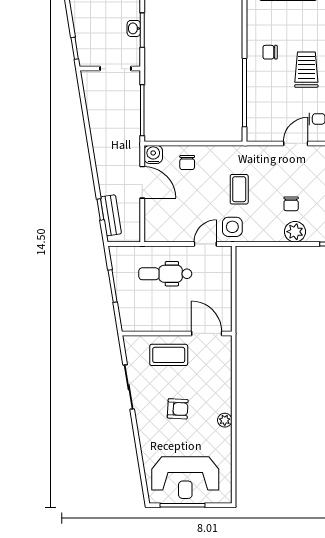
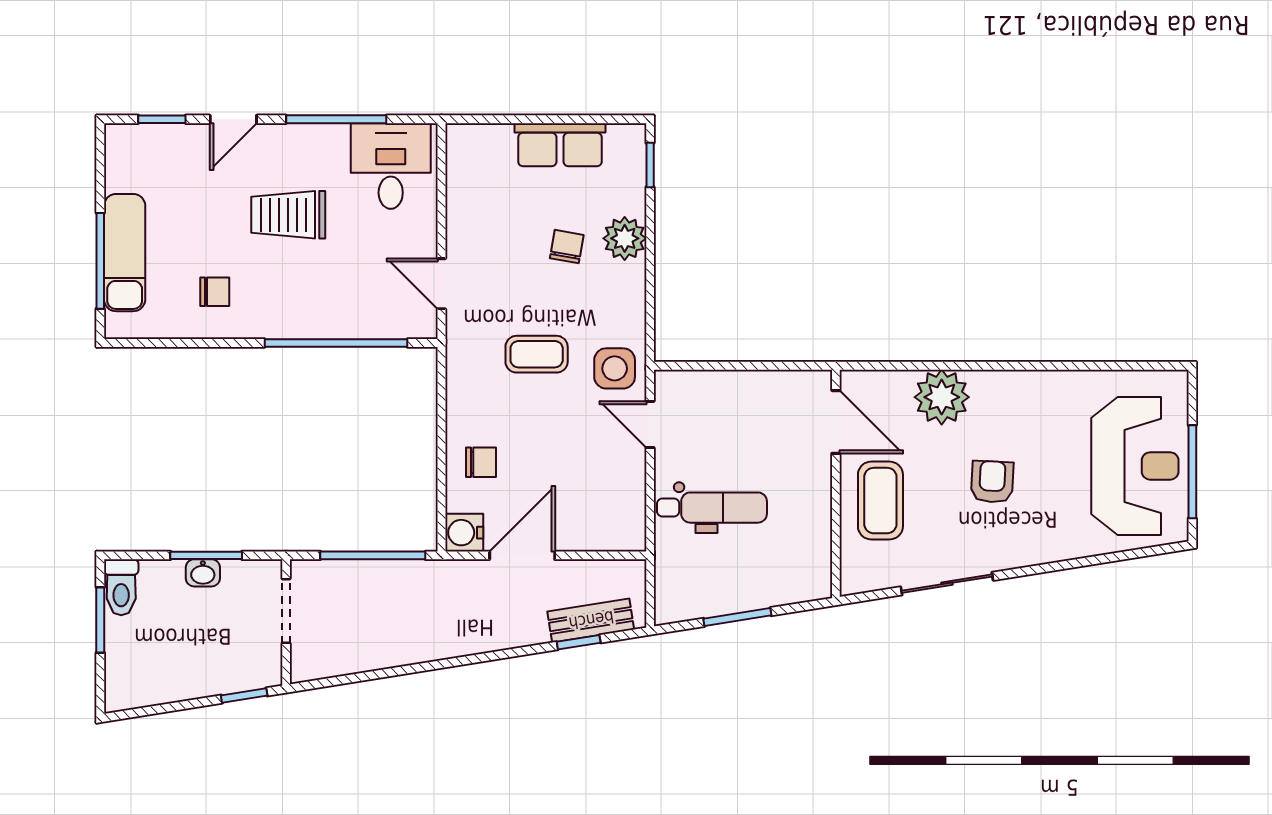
chair: (270, 52) -> (215, 292), moved, turned -90
door: (296, 143) -> (442, 284), moved
chair: (291, 204) -> (567, 247), turned -80
dental chair: (165, 274) -> (712, 508), turned -90
door: (207, 333) -> (836, 422), swing flipped
plant: (225, 420) -> (942, 397), moved, width x1.88, depth x1.88

